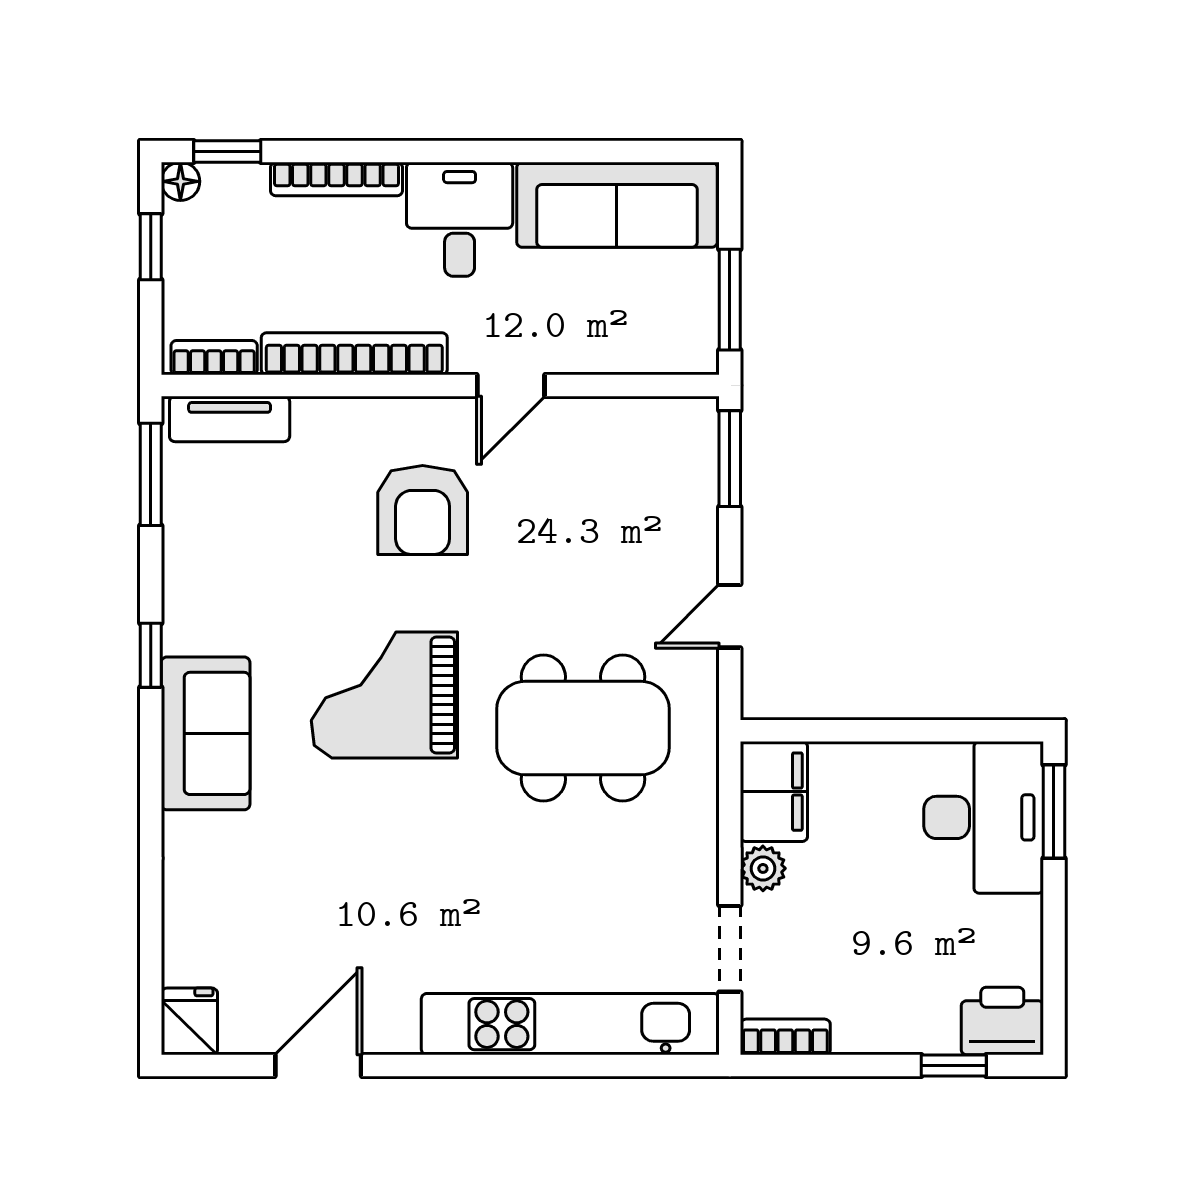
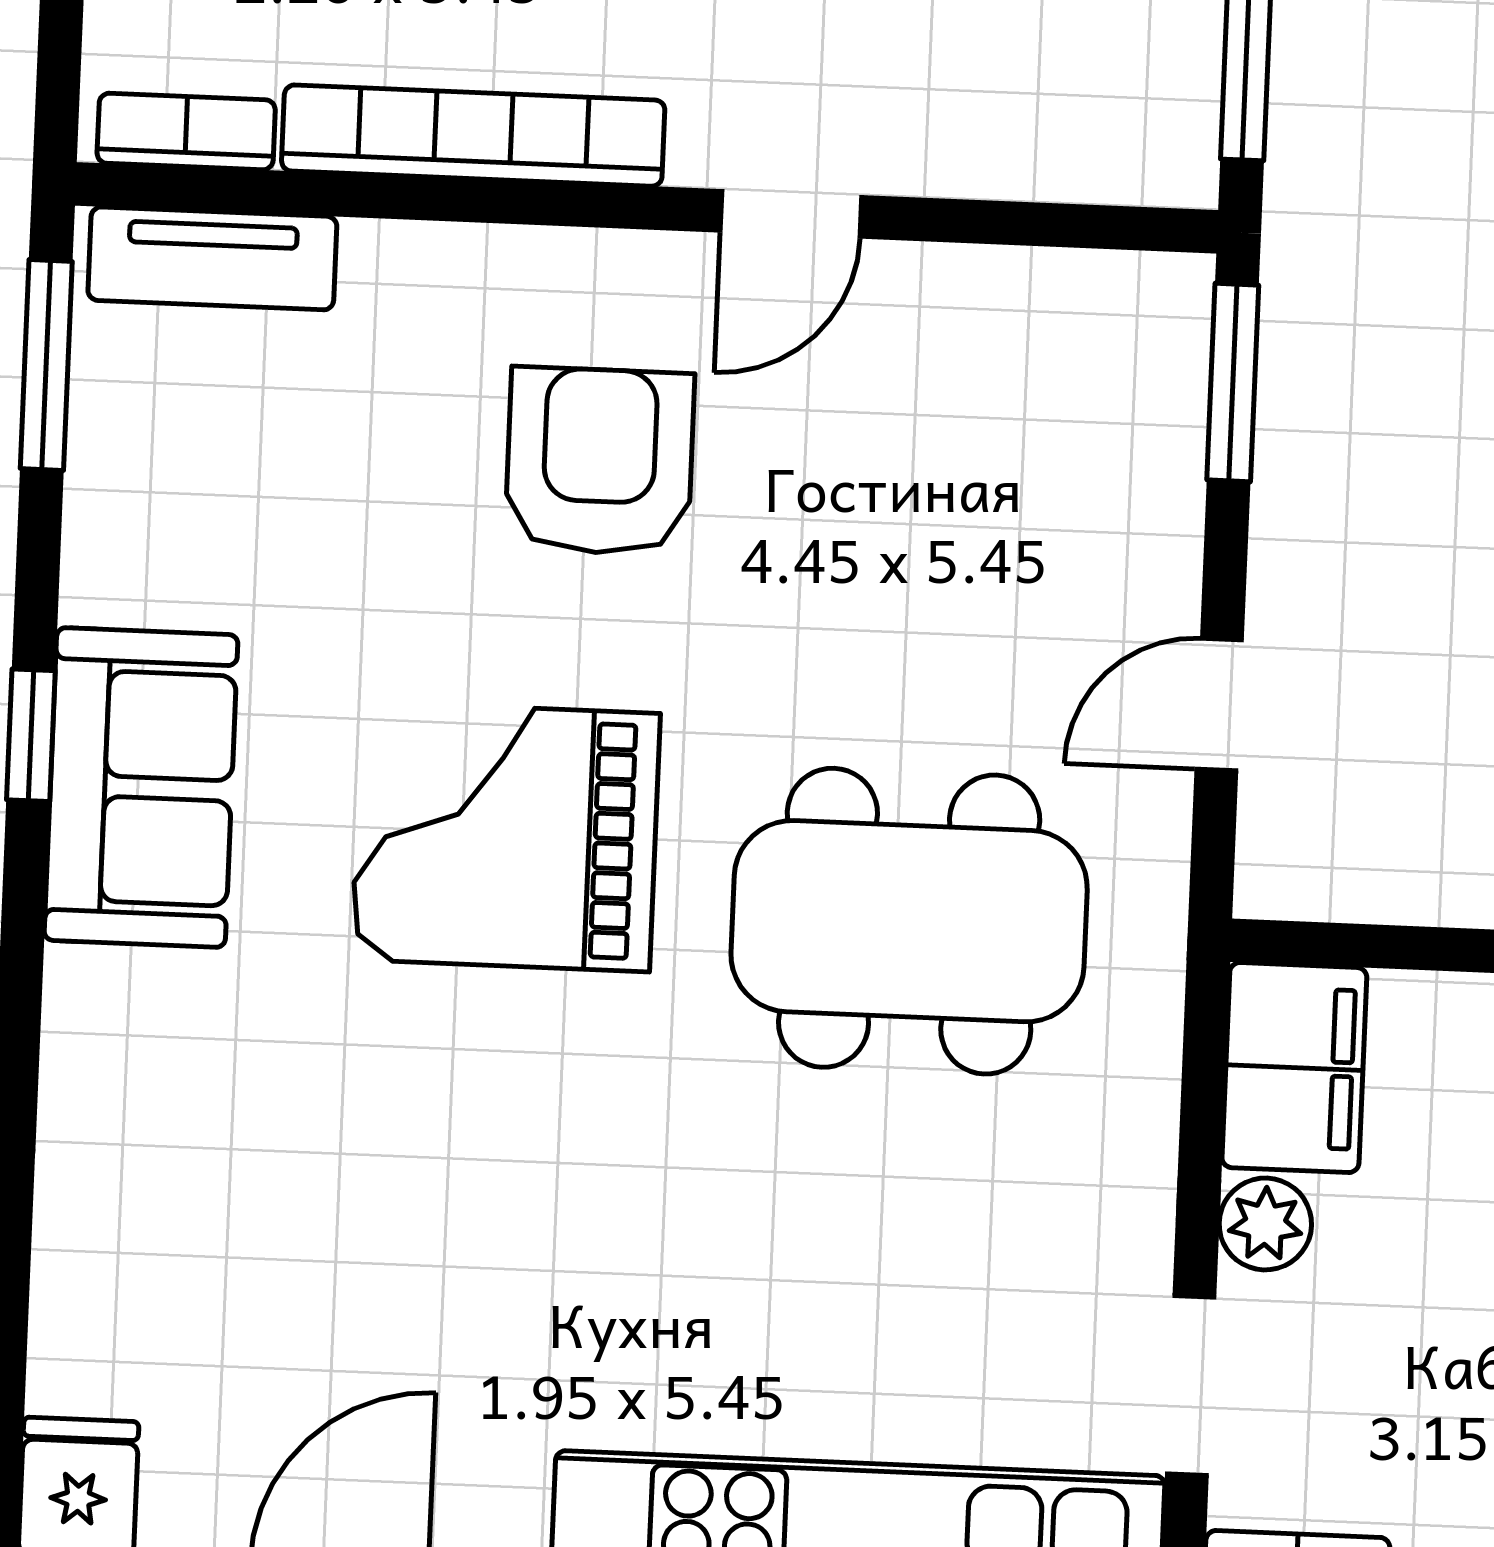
armchair: (423, 510) -> (600, 461), turned 180
sofa: (206, 733) -> (141, 787), moved

